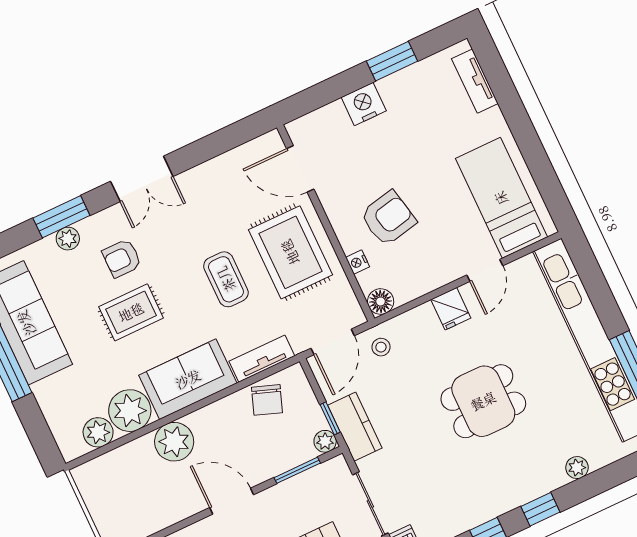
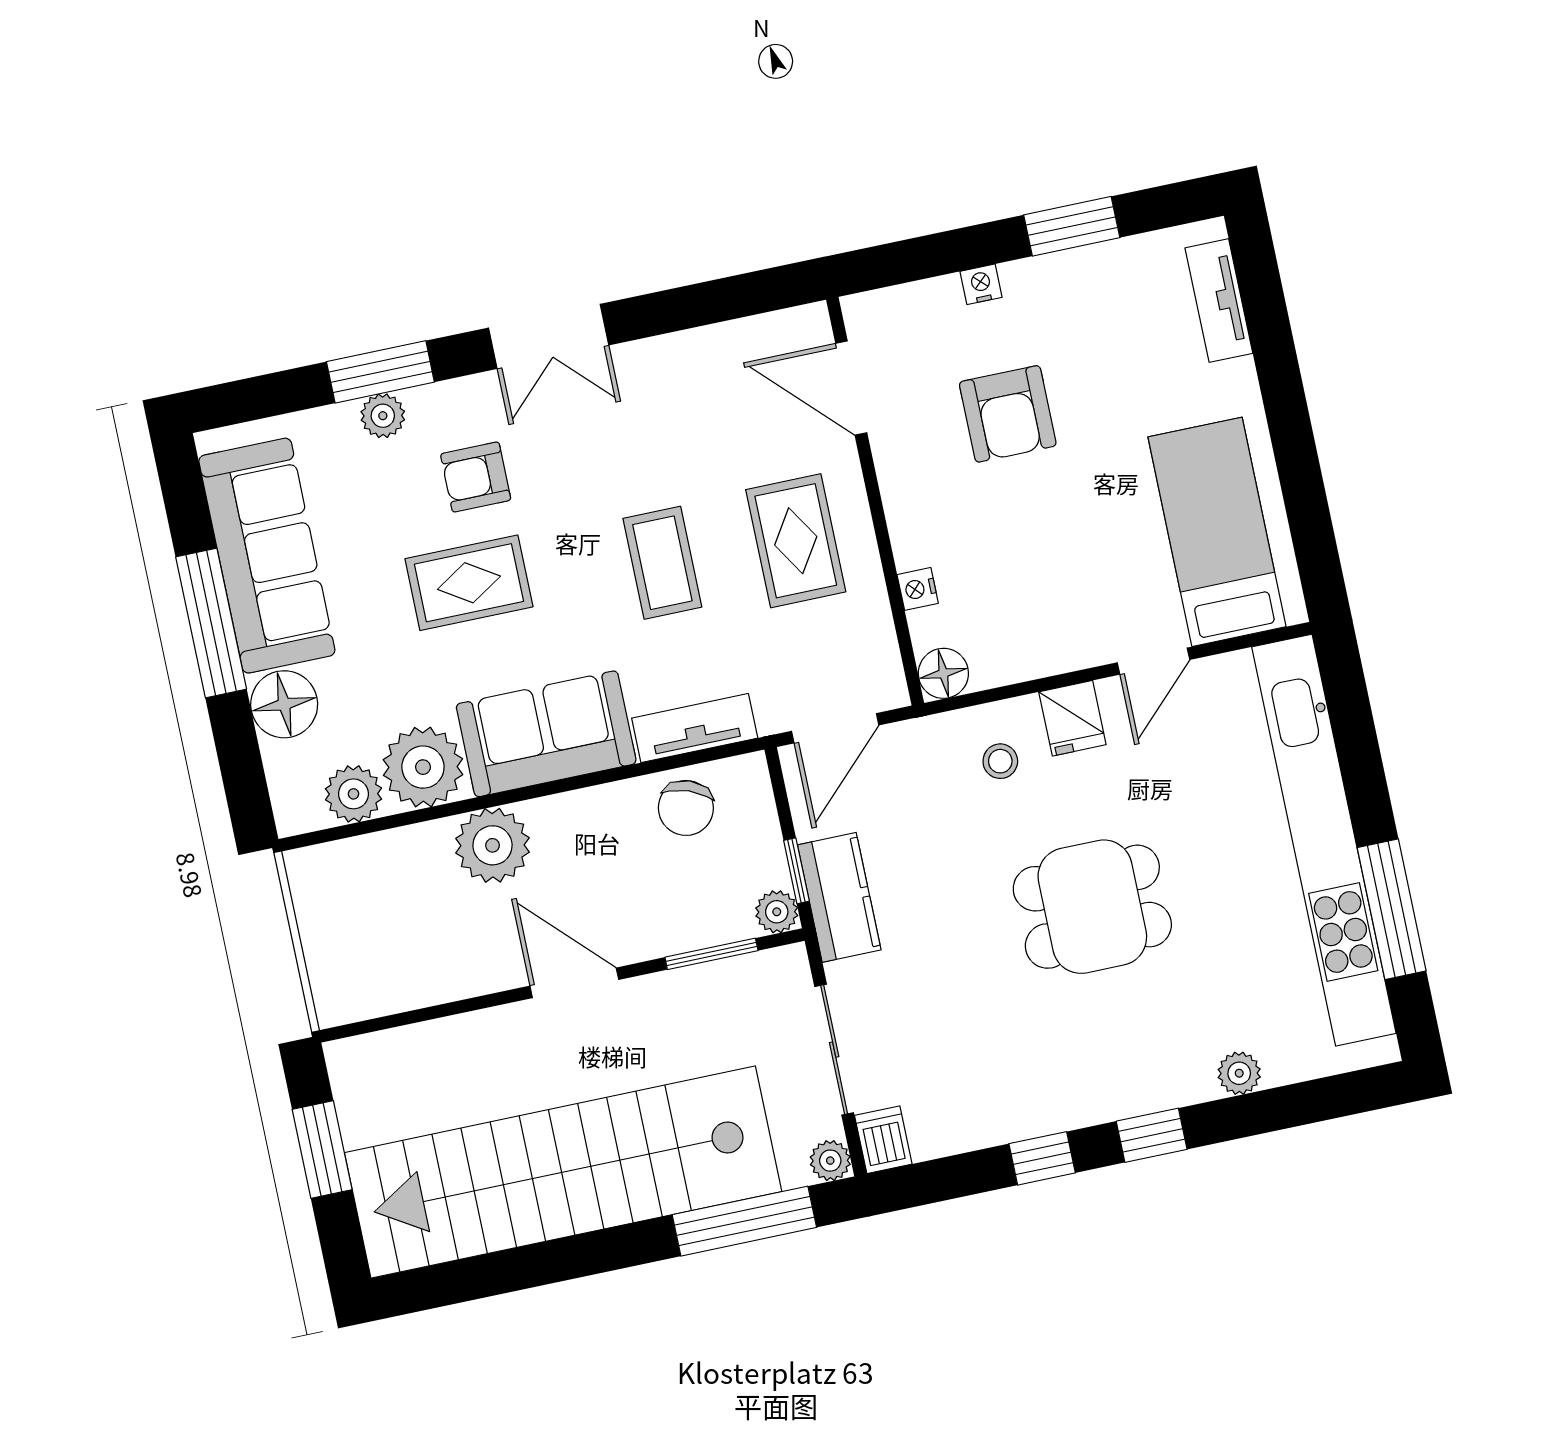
nightstand: (364, 104) -> (981, 284), width x0.53, depth x0.56
armchair: (388, 218) -> (1008, 414), moved, turned 102
rug: (290, 252) -> (796, 541), width x0.73, depth x0.70
stool: (381, 347) -> (1000, 761), moved
floor lamp: (52, 395) -> (284, 704), added

